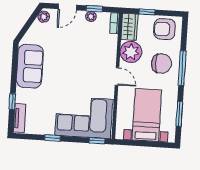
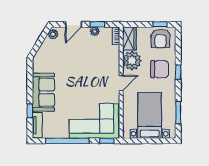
window: (147, 12) -> (160, 24), moved
armchair: (165, 29) -> (160, 39), turned -90
sofa: (30, 66) -> (43, 92), moved
window: (182, 68) -> (178, 72), width x0.46
door: (117, 77) -> (121, 83), hinge flipped
window: (52, 138) -> (67, 141), width x3.17

